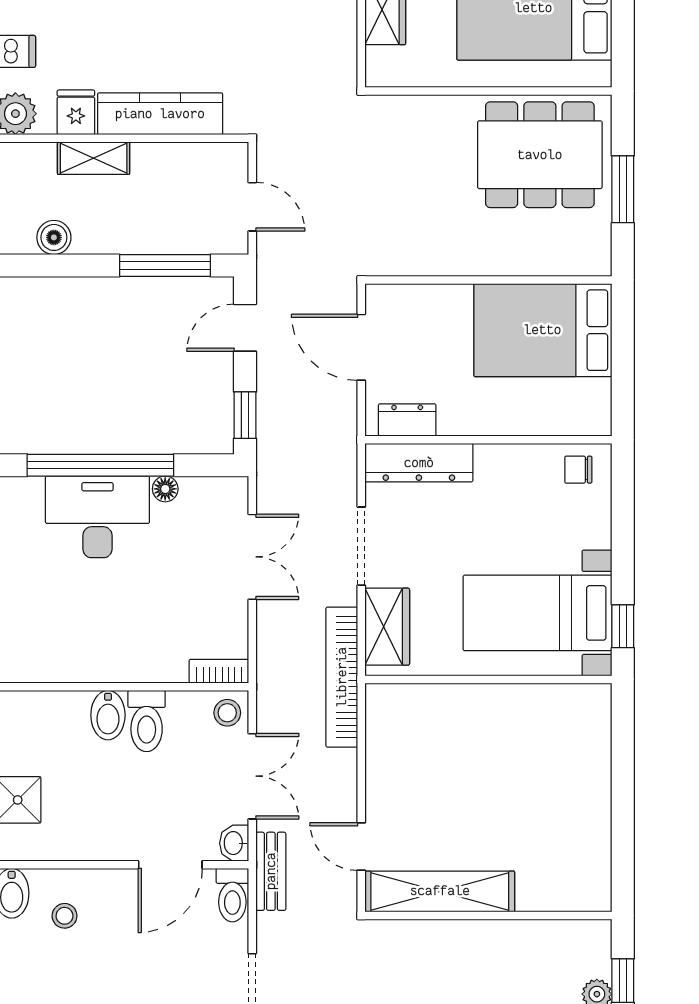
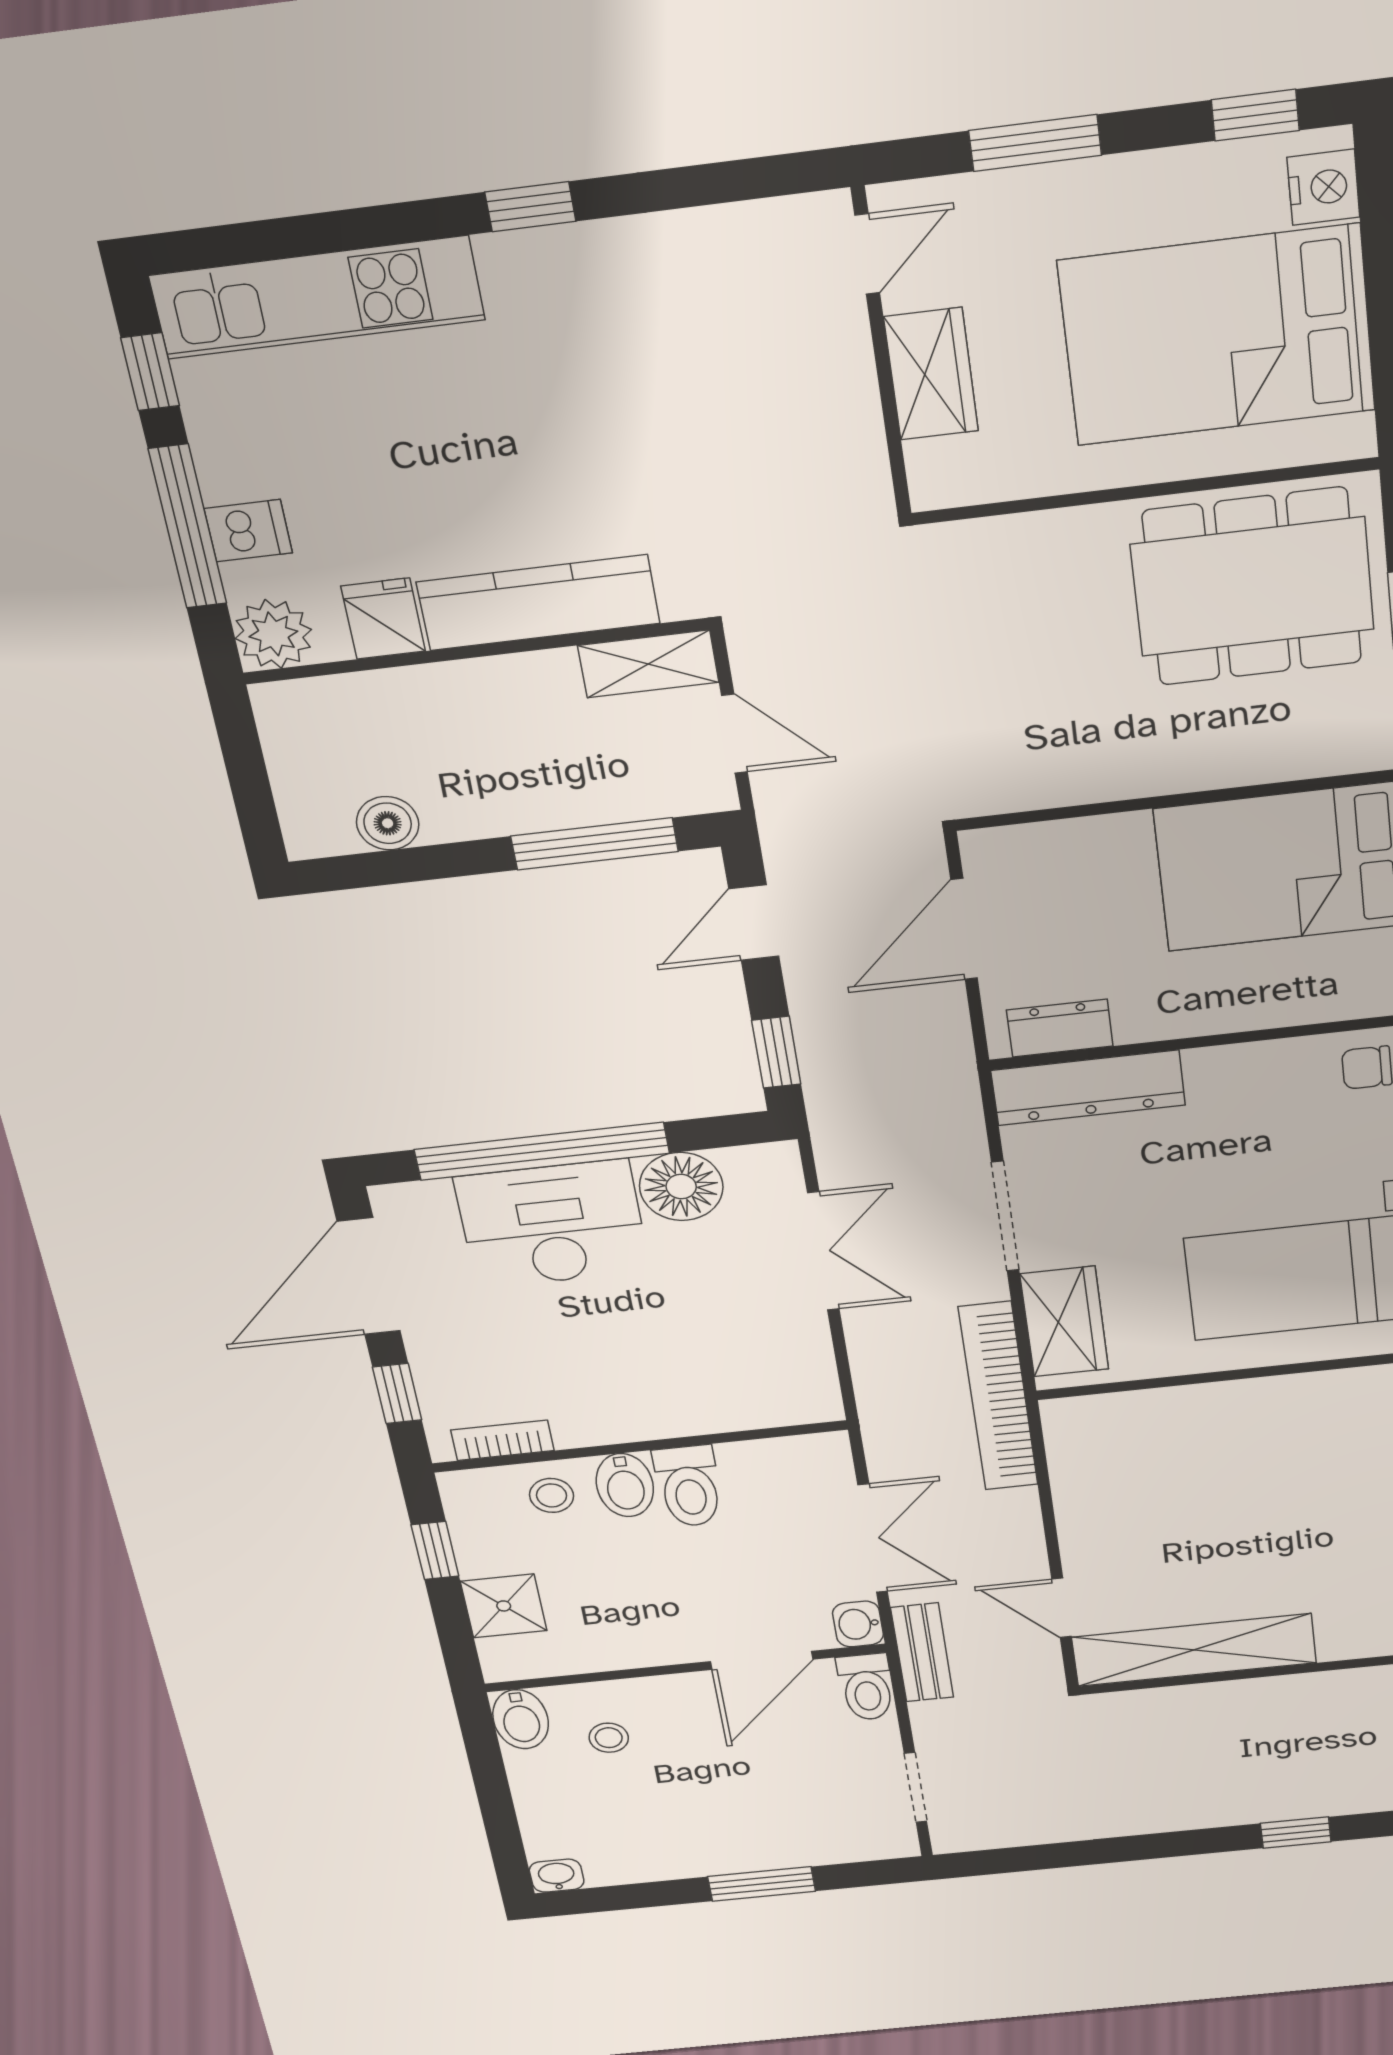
shelving: (94, 158) -> (648, 664), moved
door: (361, 347) -> (964, 929), hinge flipped
floor lamp: (165, 489) -> (681, 1187), width x1.89, depth x1.89
bookcase: (219, 671) -> (502, 1440), moved
stool: (227, 713) -> (552, 1495), moved

